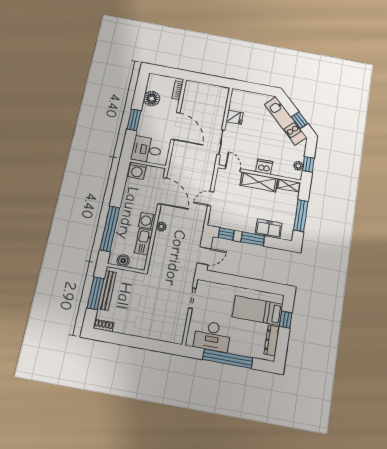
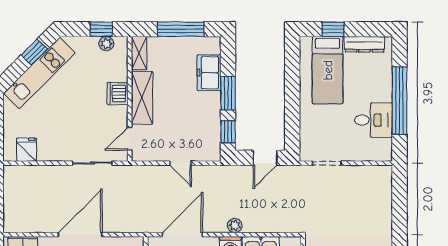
fridge: (235, 117) -> (27, 150), moved
door: (204, 256) -> (265, 158), swing flipped
desk: (212, 336) -> (374, 120), width x0.73

